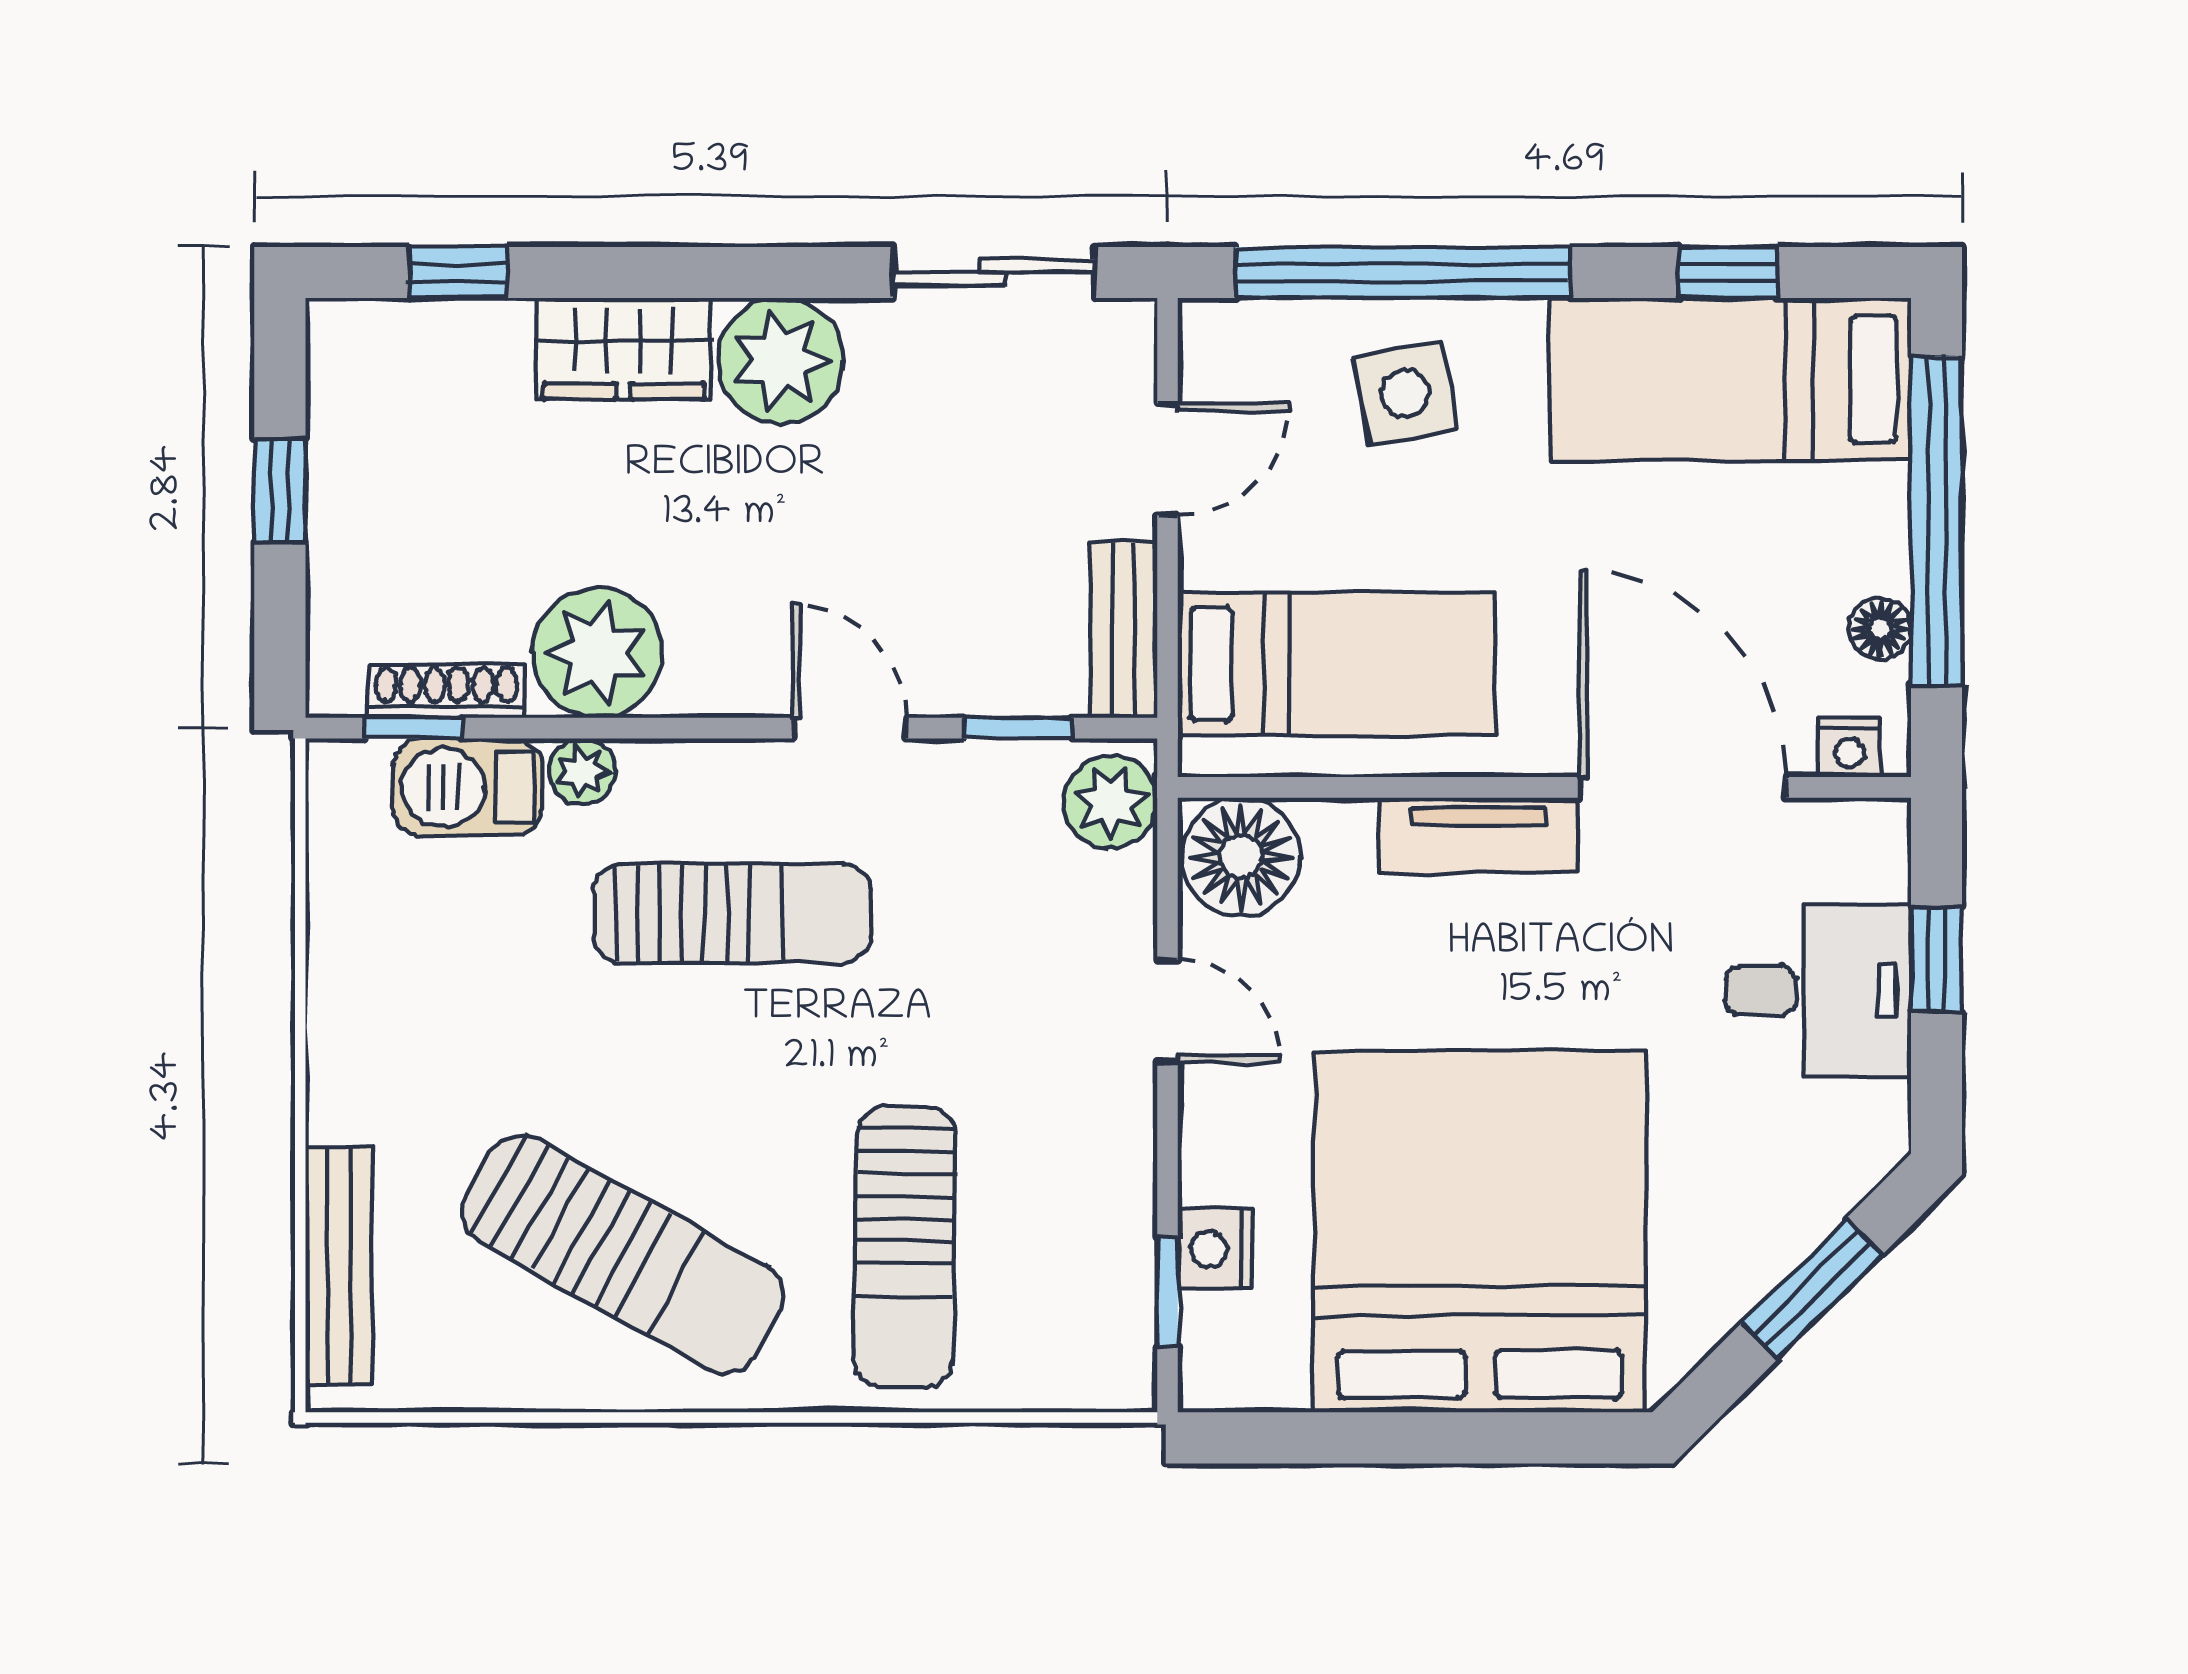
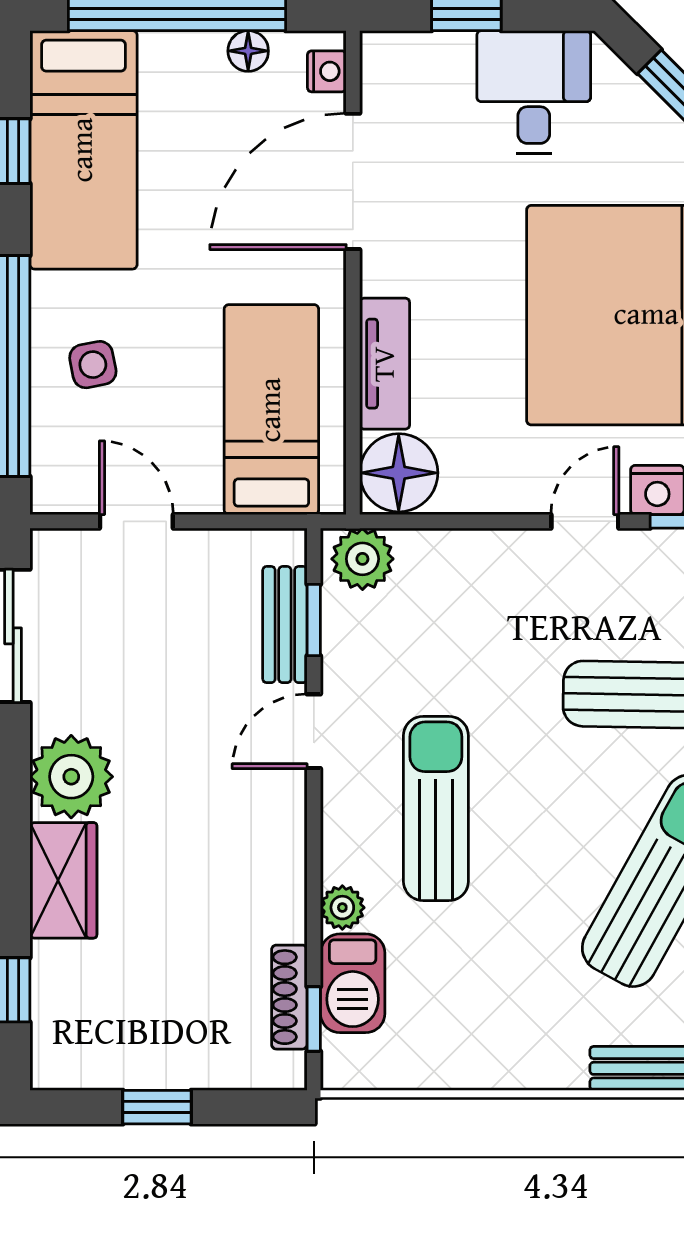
side table: (1405, 393) -> (93, 365), width x0.73, depth x0.73
bench: (1124, 630) -> (285, 625), moved, turned 90
plant: (597, 653) -> (264, 898), removed
tv unit: (1478, 836) -> (385, 364), moved
desk: (1818, 990) -> (534, 92), moved
door: (1167, 1011) -> (585, 521), moved

